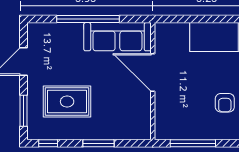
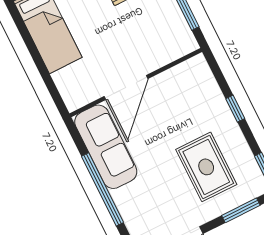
window: (98, 143) -> (235, 109), width x0.67

